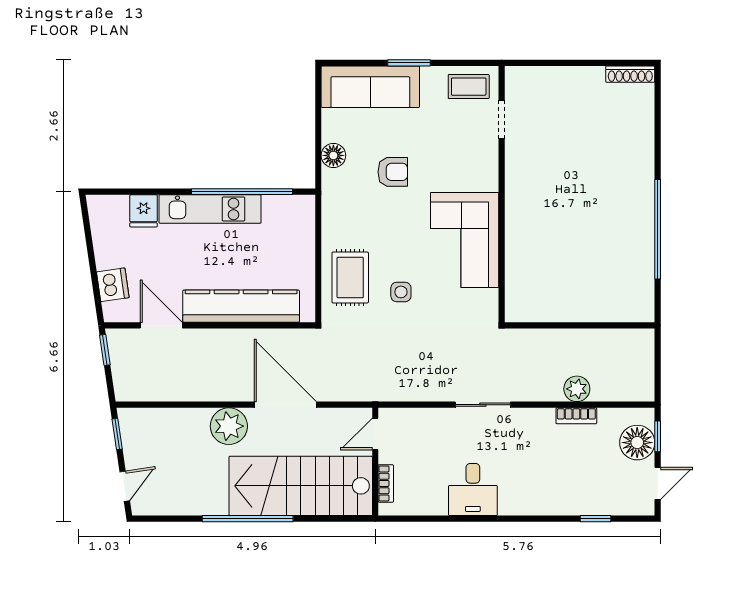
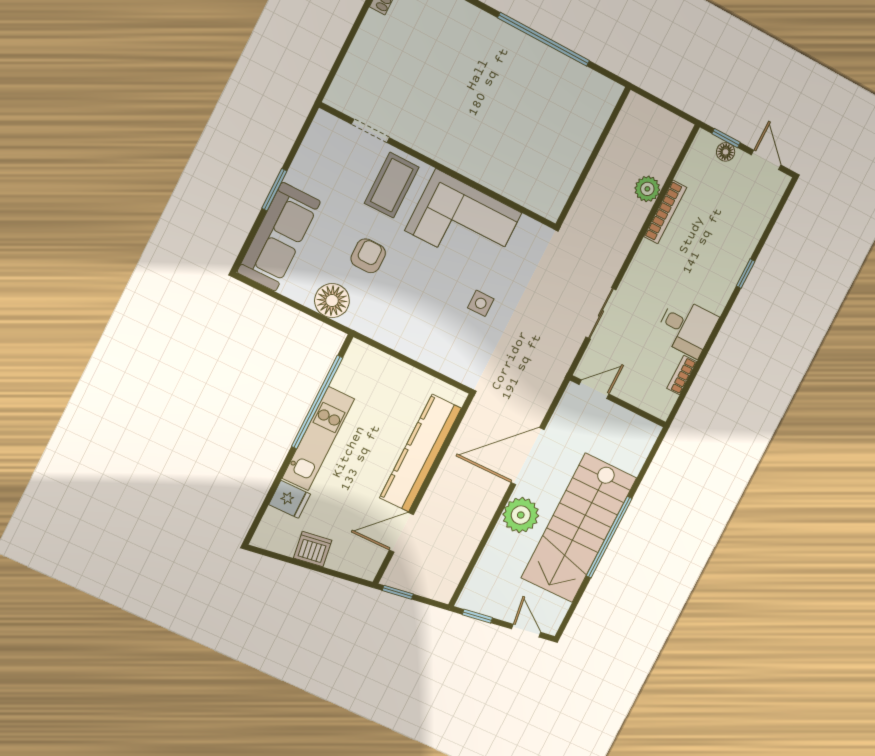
coffee table: (469, 87) -> (392, 185), moved, width x1.36, depth x1.30
floor lamp: (333, 155) -> (332, 301), width x1.38, depth x1.38
rug: (350, 277) -> (444, 343), removed
dishwasher: (113, 285) -> (313, 549), moved
sliding door: (483, 405) -> (601, 313), moved
bookcase: (576, 416) -> (665, 212), width x1.56
door: (375, 434) -> (594, 389), swing flipped
floor lamp: (637, 443) -> (726, 152), width x0.53, depth x0.53
bookcase: (386, 483) -> (682, 375), moved, turned -90
stairs: (301, 486) -> (579, 528), moved
window: (596, 519) -> (746, 274), moved

